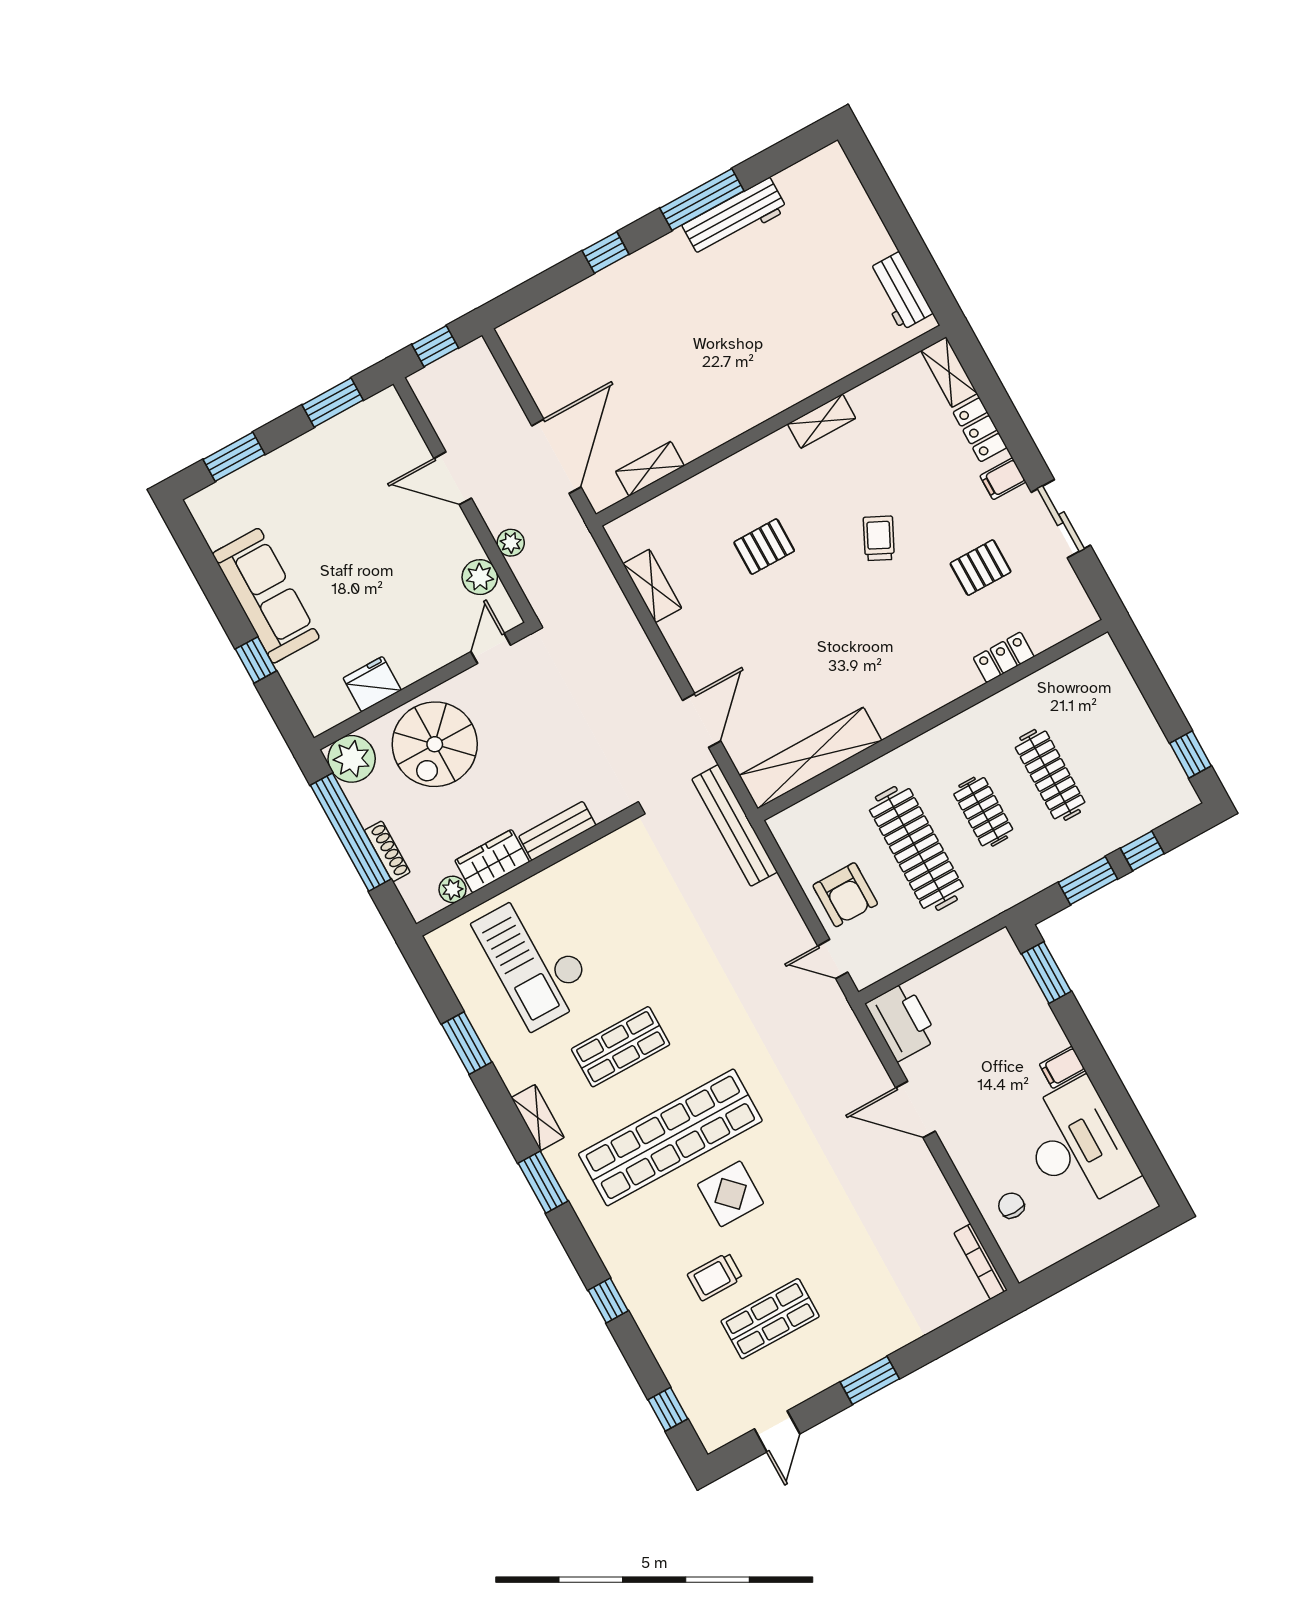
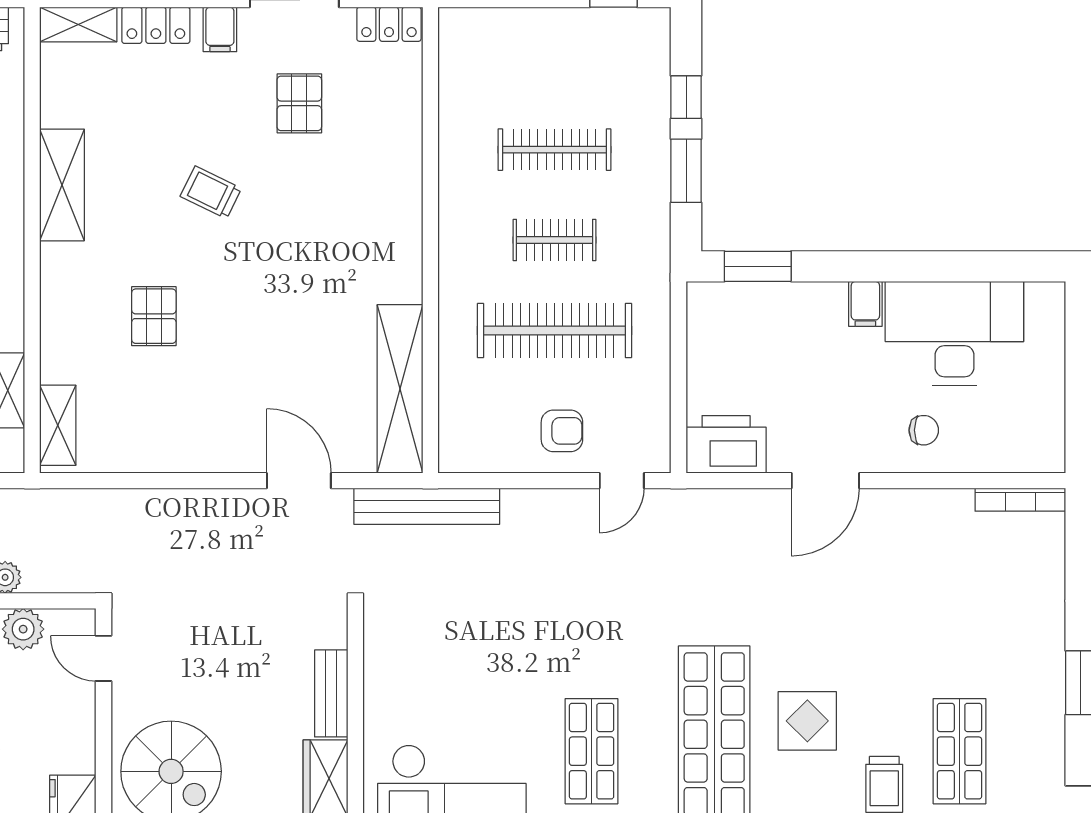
shelving: (822, 421) -> (62, 185), width x1.50, depth x1.33
shelving: (652, 586) -> (58, 425), moved, turned 90
locker: (1004, 657) -> (389, 24), moved, turned -90
armchair: (845, 895) -> (562, 431), width x0.72, depth x0.72
chair: (1011, 1205) -> (924, 430), moved, turned 180

